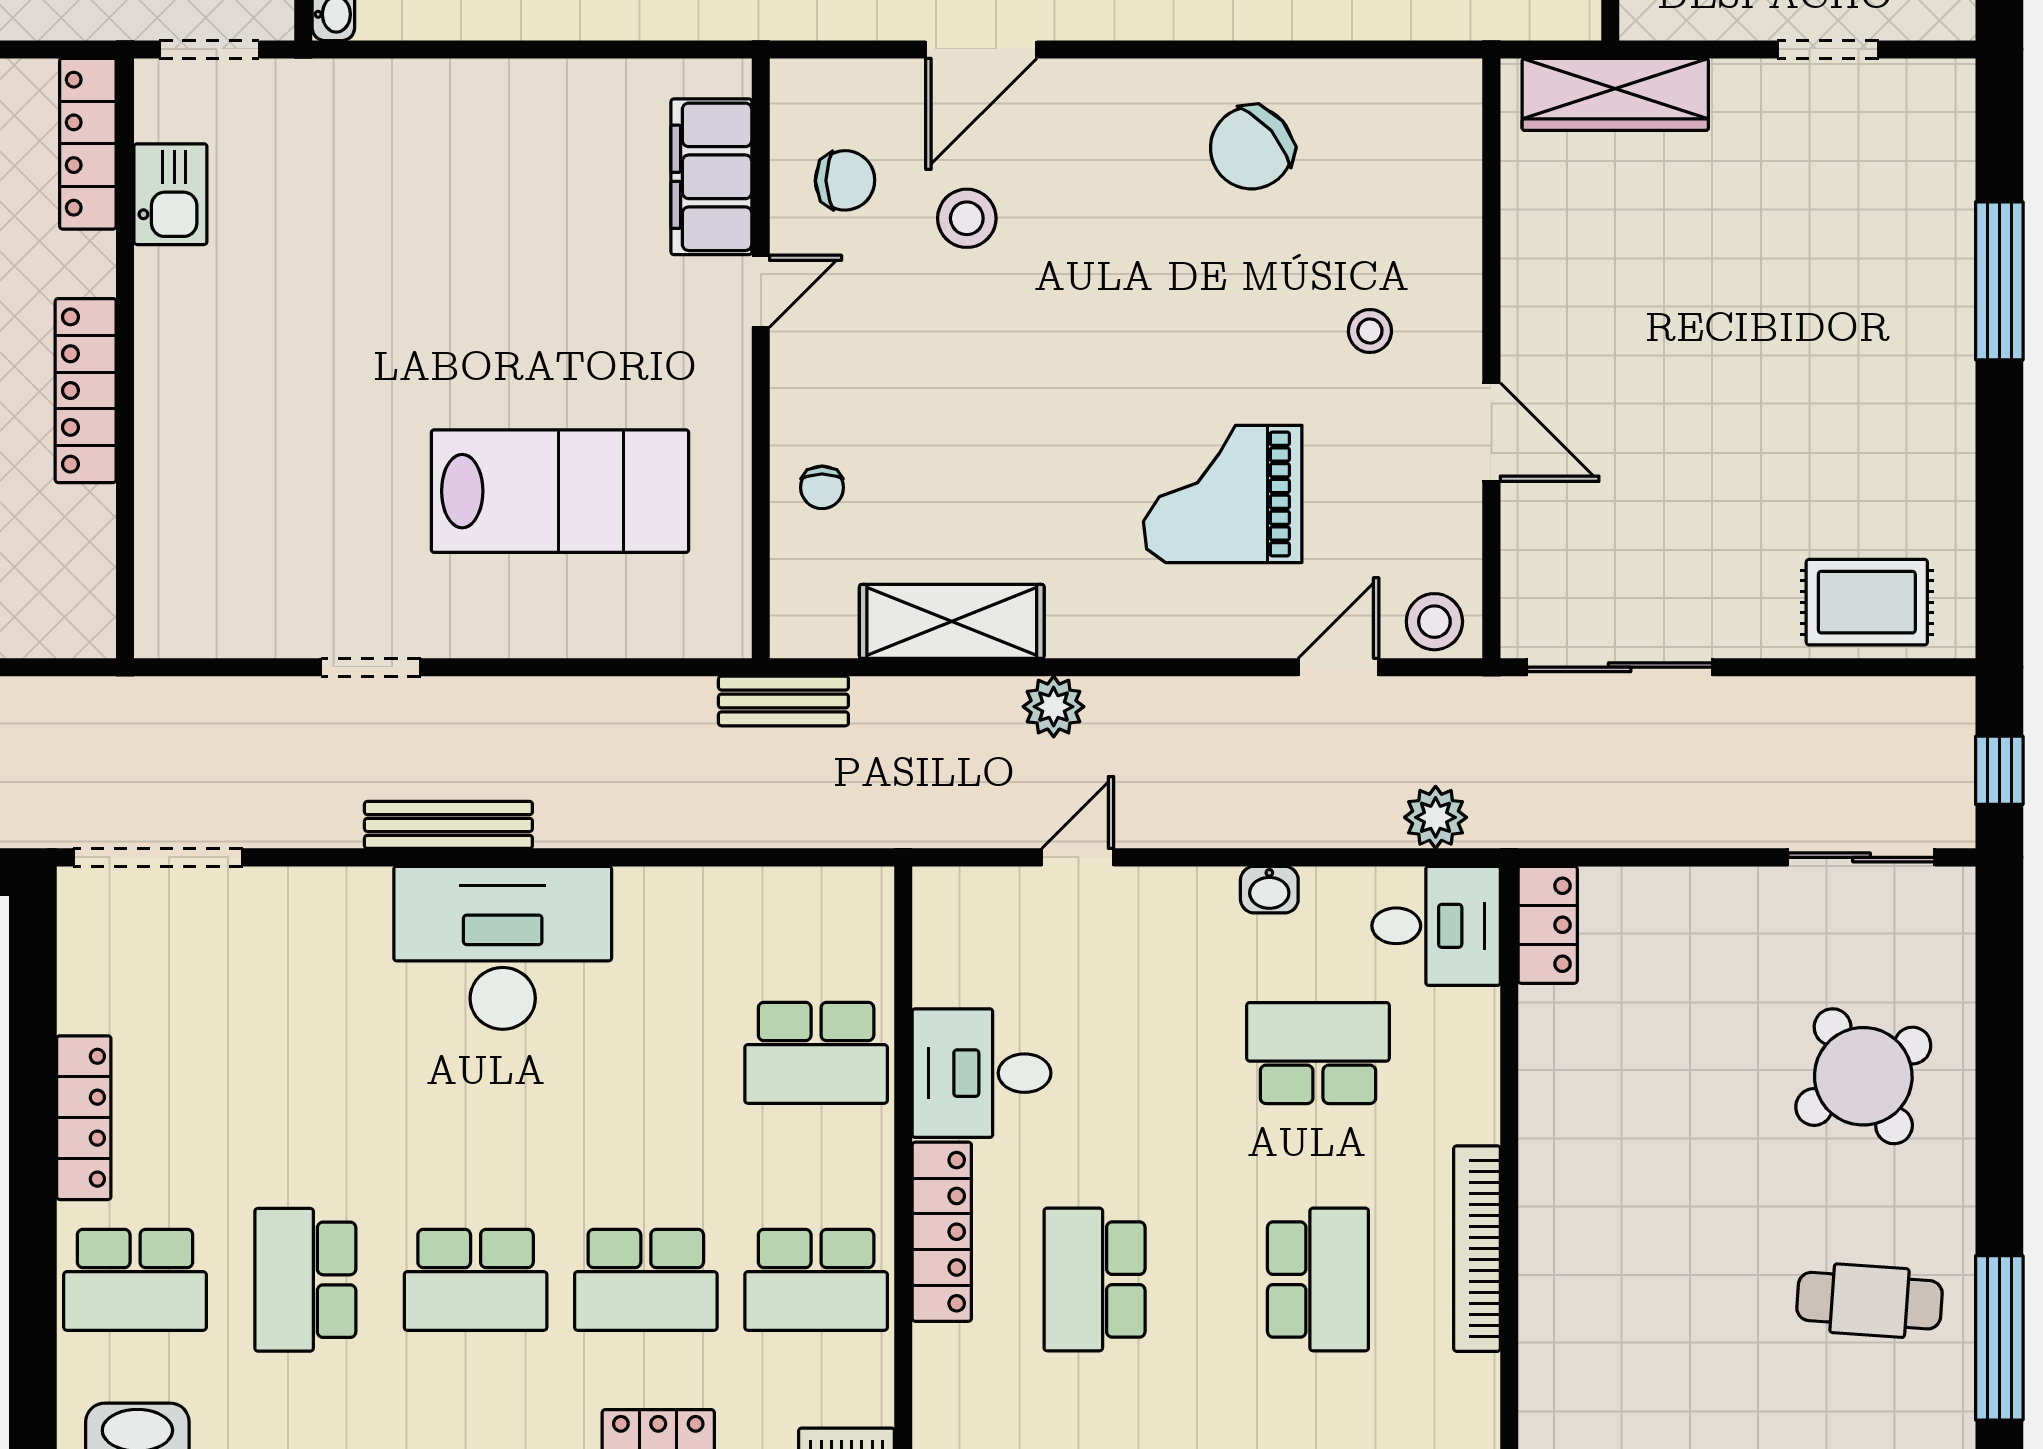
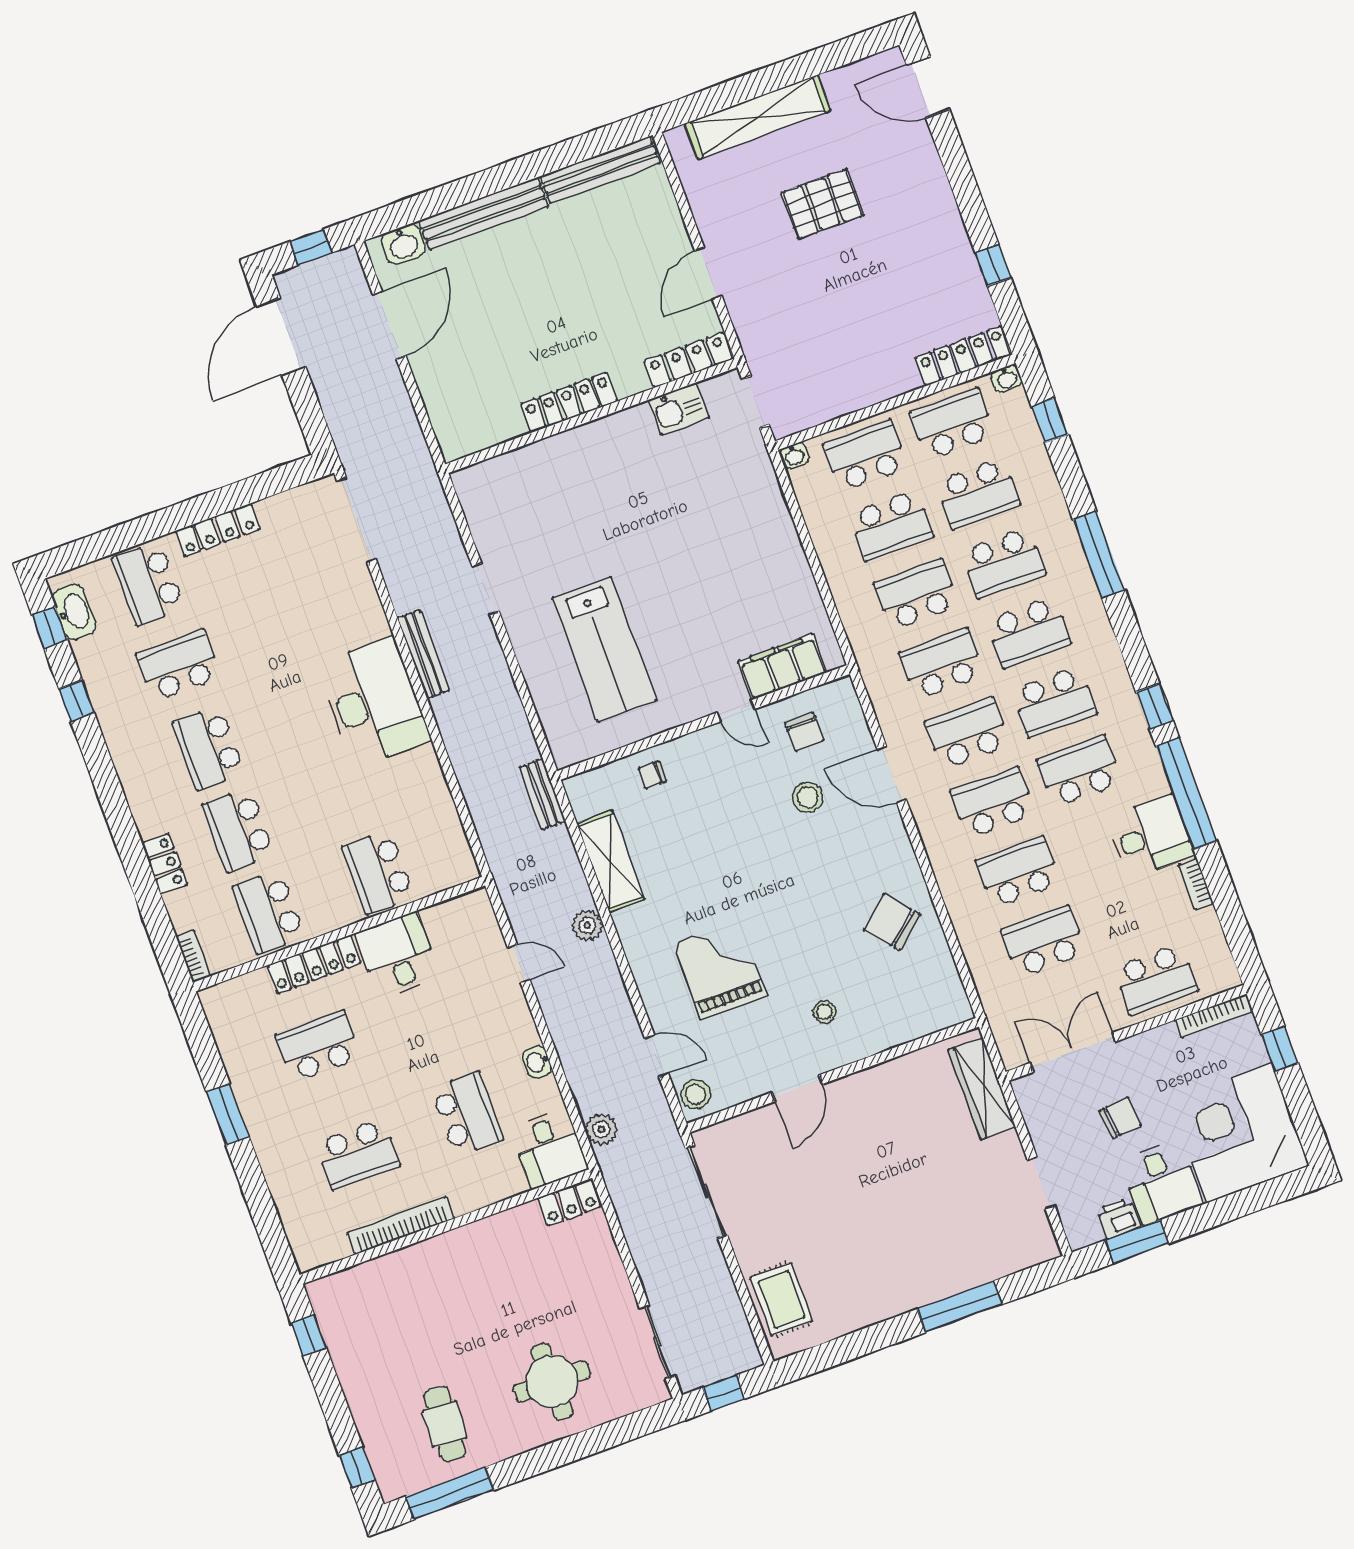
round table: (1863, 1076) -> (552, 1381), turned 32

